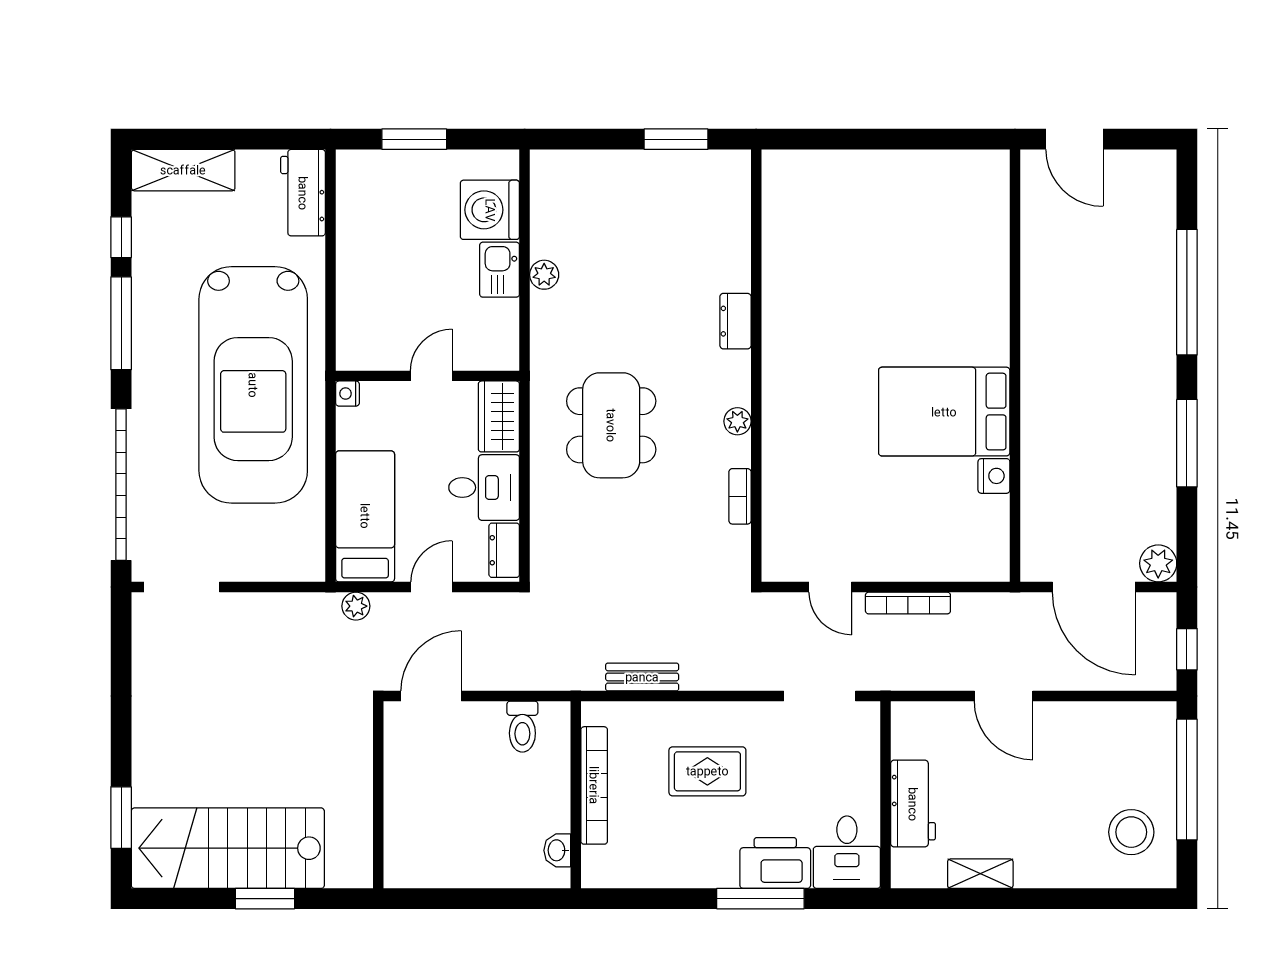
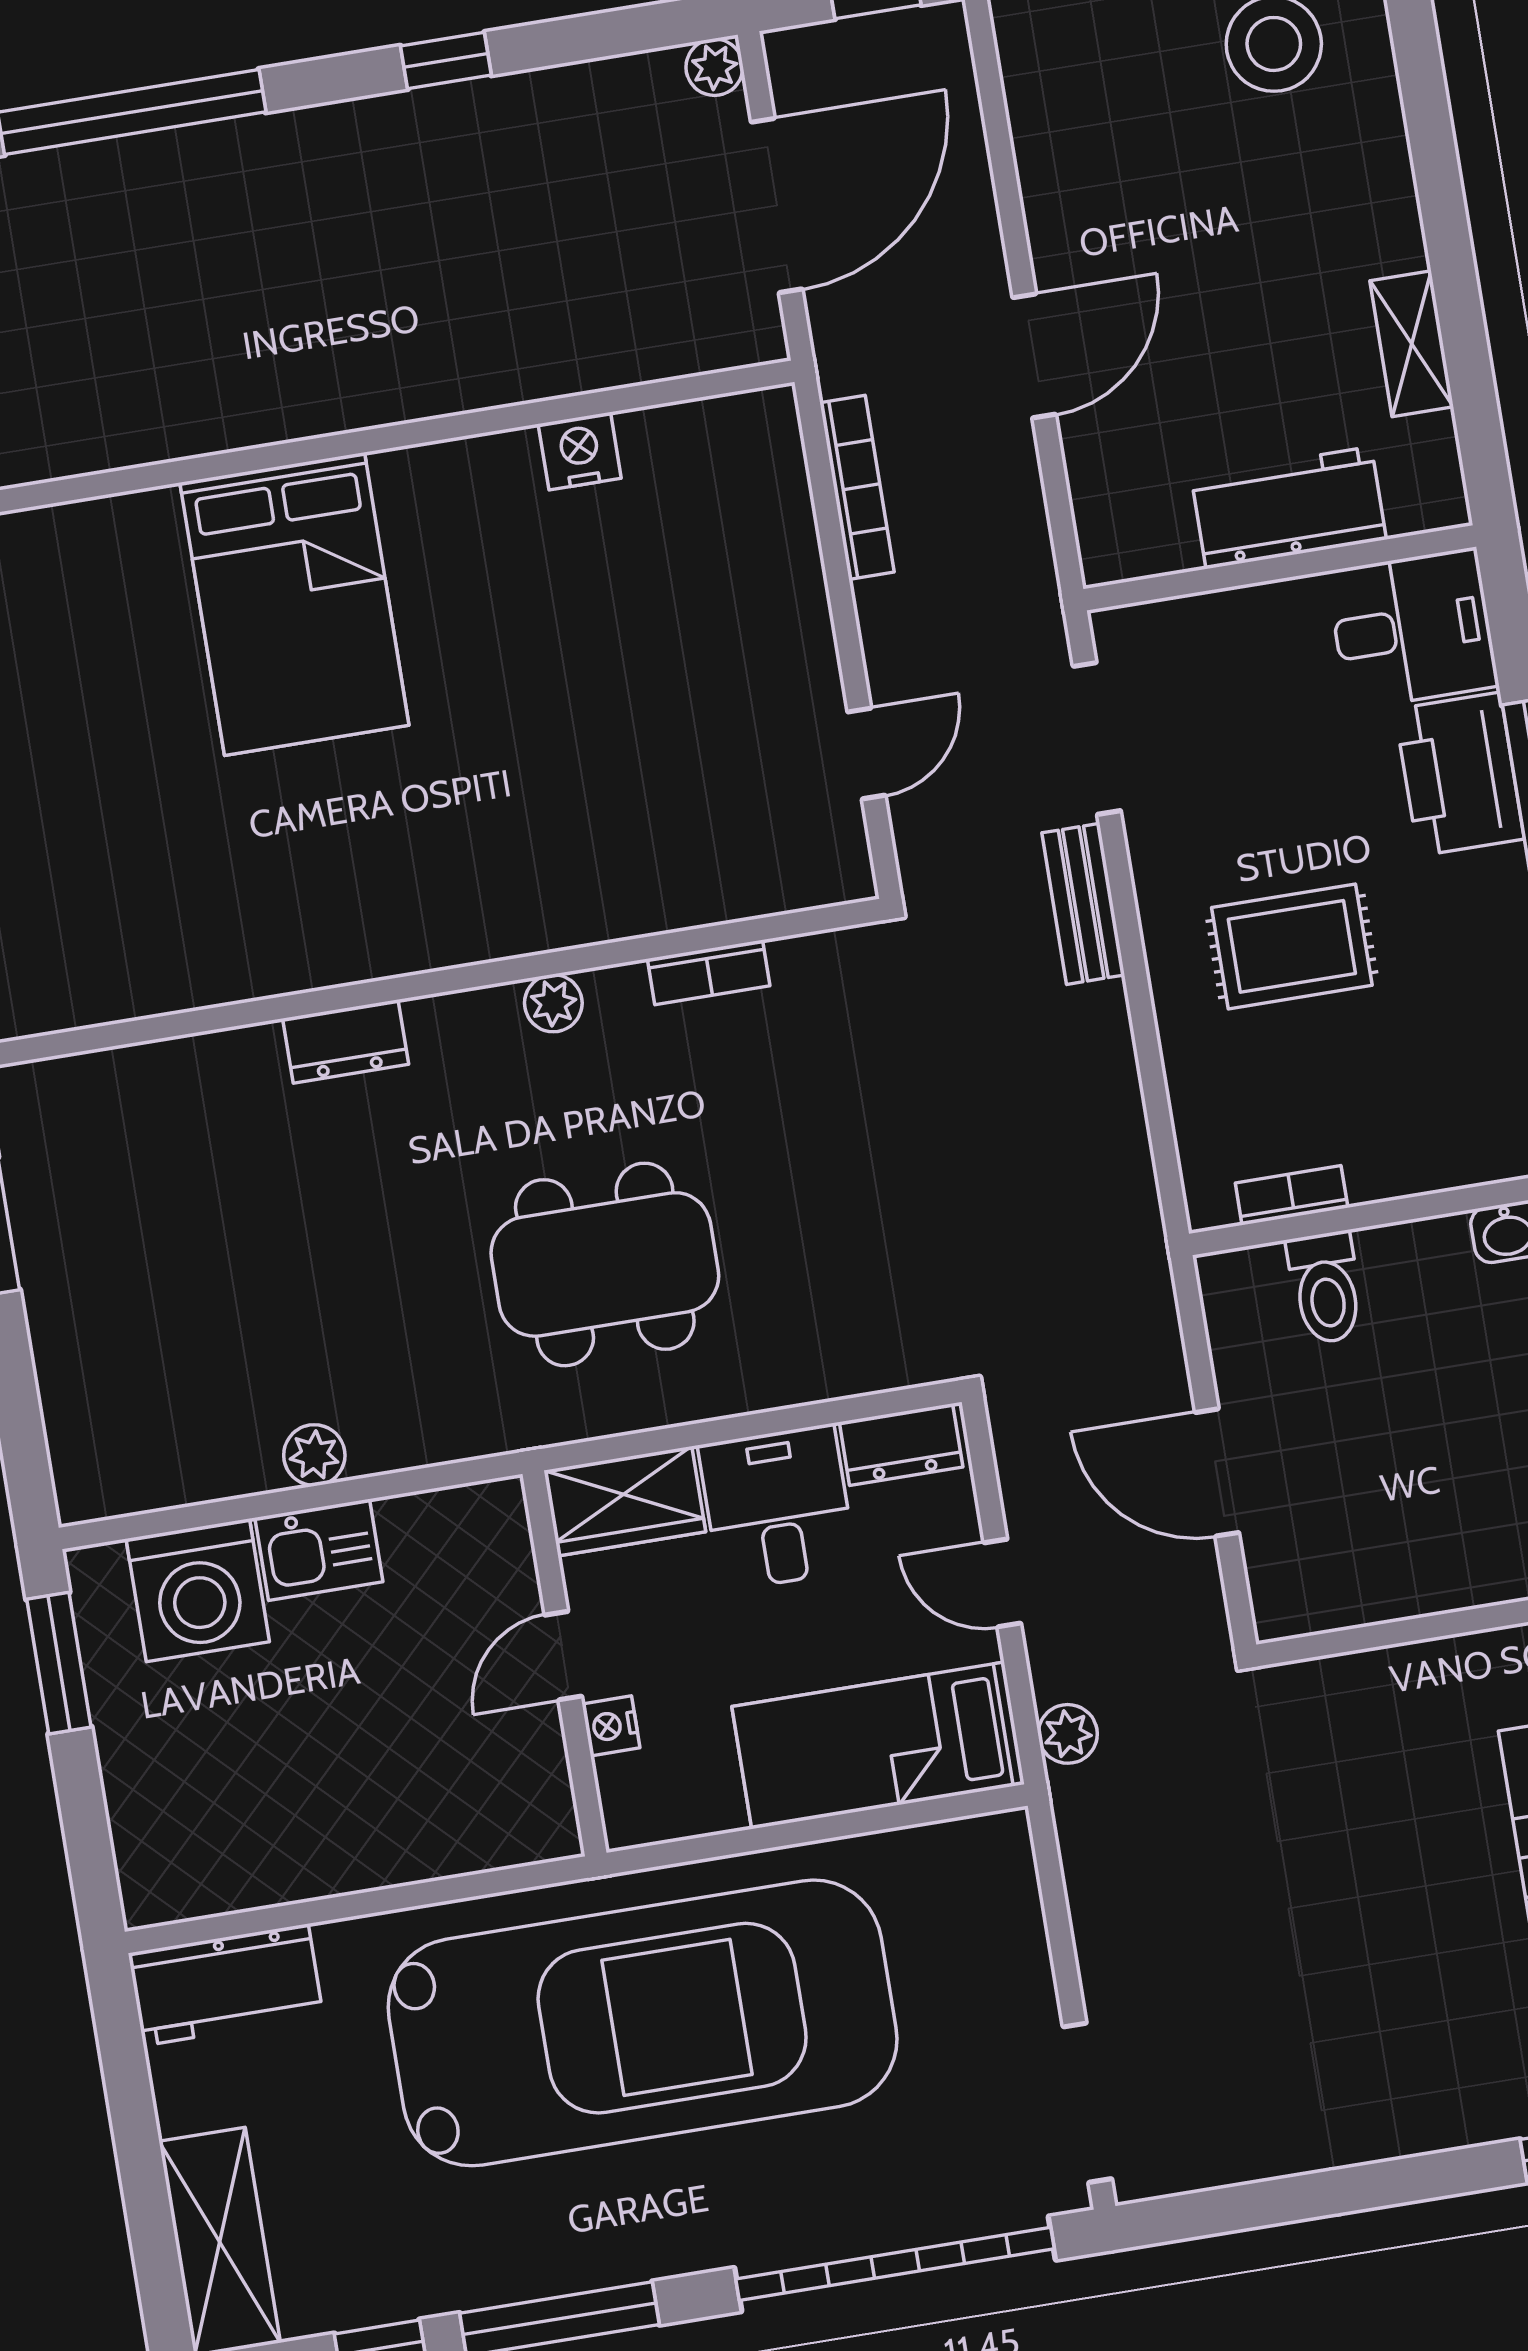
window: (414, 139) -> (59, 1663), moved
door: (431, 376) -> (563, 1656), hinge flipped
nightstand: (347, 394) -> (611, 1726), moved, turned 90
bed: (944, 412) -> (294, 604), moved
window: (1187, 443) -> (446, 61), width x0.46
plant: (1158, 563) -> (714, 67), width x0.73, depth x0.73
bookcase: (908, 603) -> (857, 487), moved
bench: (642, 677) -> (1083, 904), moved
door: (431, 696) -> (1217, 1473), moved
toilet: (522, 727) -> (1326, 1288), moved, turned 90
rug: (707, 771) -> (1292, 946), turned 90
bookcase: (594, 785) -> (1292, 1195), width x0.43, depth x0.76

